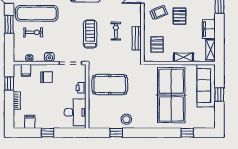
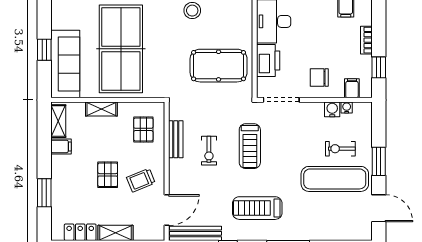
filing cabinet: (209, 29) -> (61, 146), width x0.50
water cooler: (49, 57) -> (332, 109), moved
printer: (81, 88) -> (268, 61), width x1.87, depth x1.48

